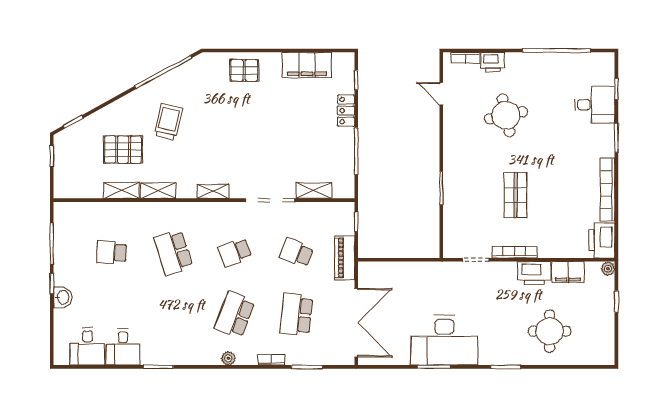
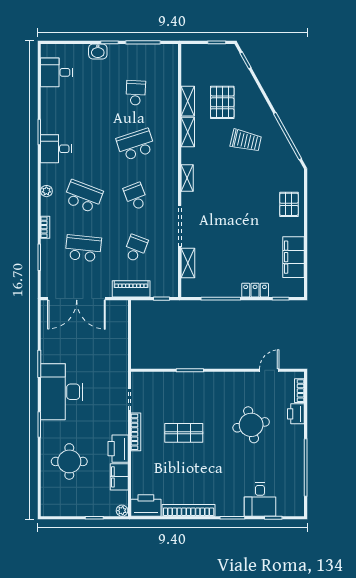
desk: (444, 340) -> (62, 392), moved
desk: (123, 347) -> (56, 149), moved

